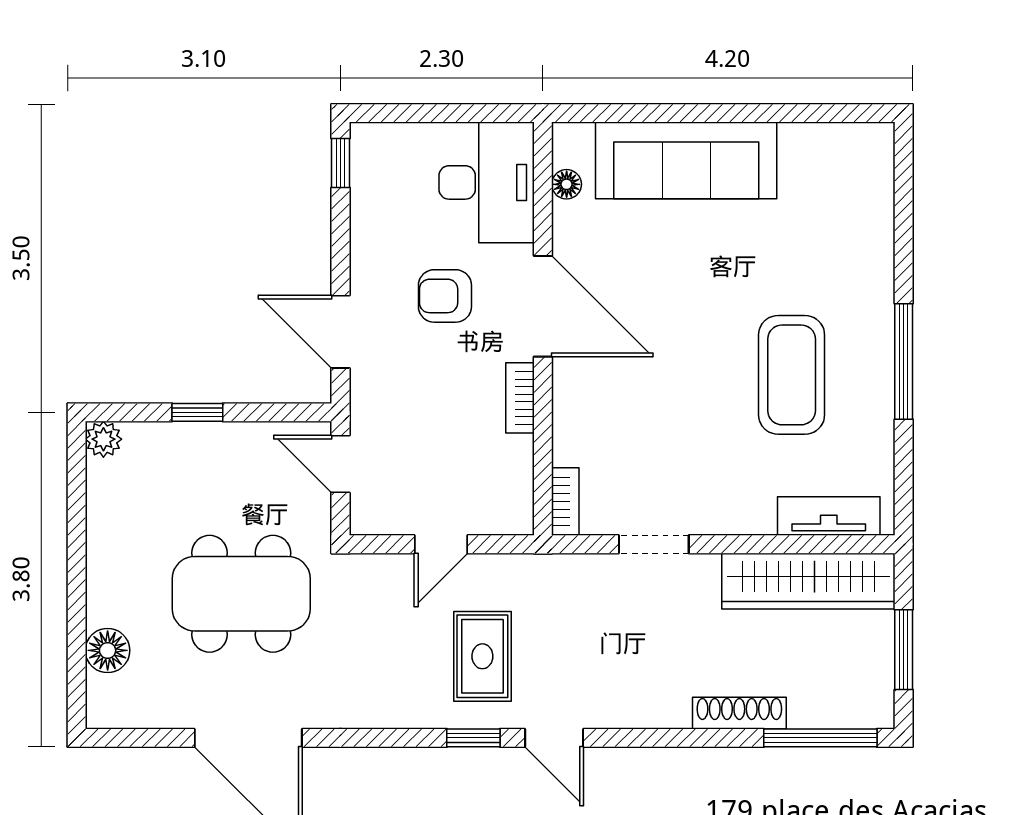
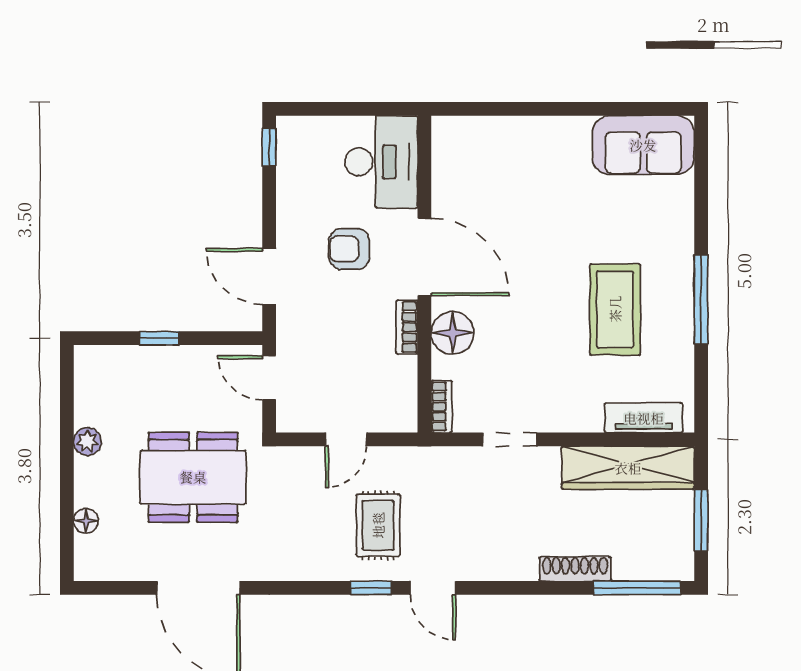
sofa: (686, 160) -> (643, 145), moved, width x0.73
floor lamp: (567, 184) -> (453, 333), moved, width x1.89, depth x1.89
plant: (103, 439) -> (87, 442), moved
floor lamp: (108, 650) -> (86, 521), width x0.73, depth x0.73

